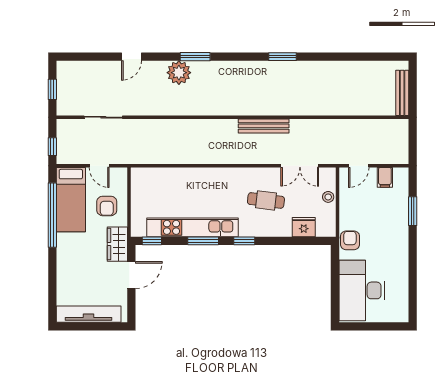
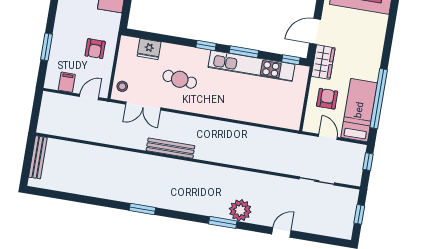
double door: (300, 166) -> (143, 106), swing flipped
stool: (328, 197) -> (122, 86), moved
armchair: (350, 240) -> (95, 49), moved

